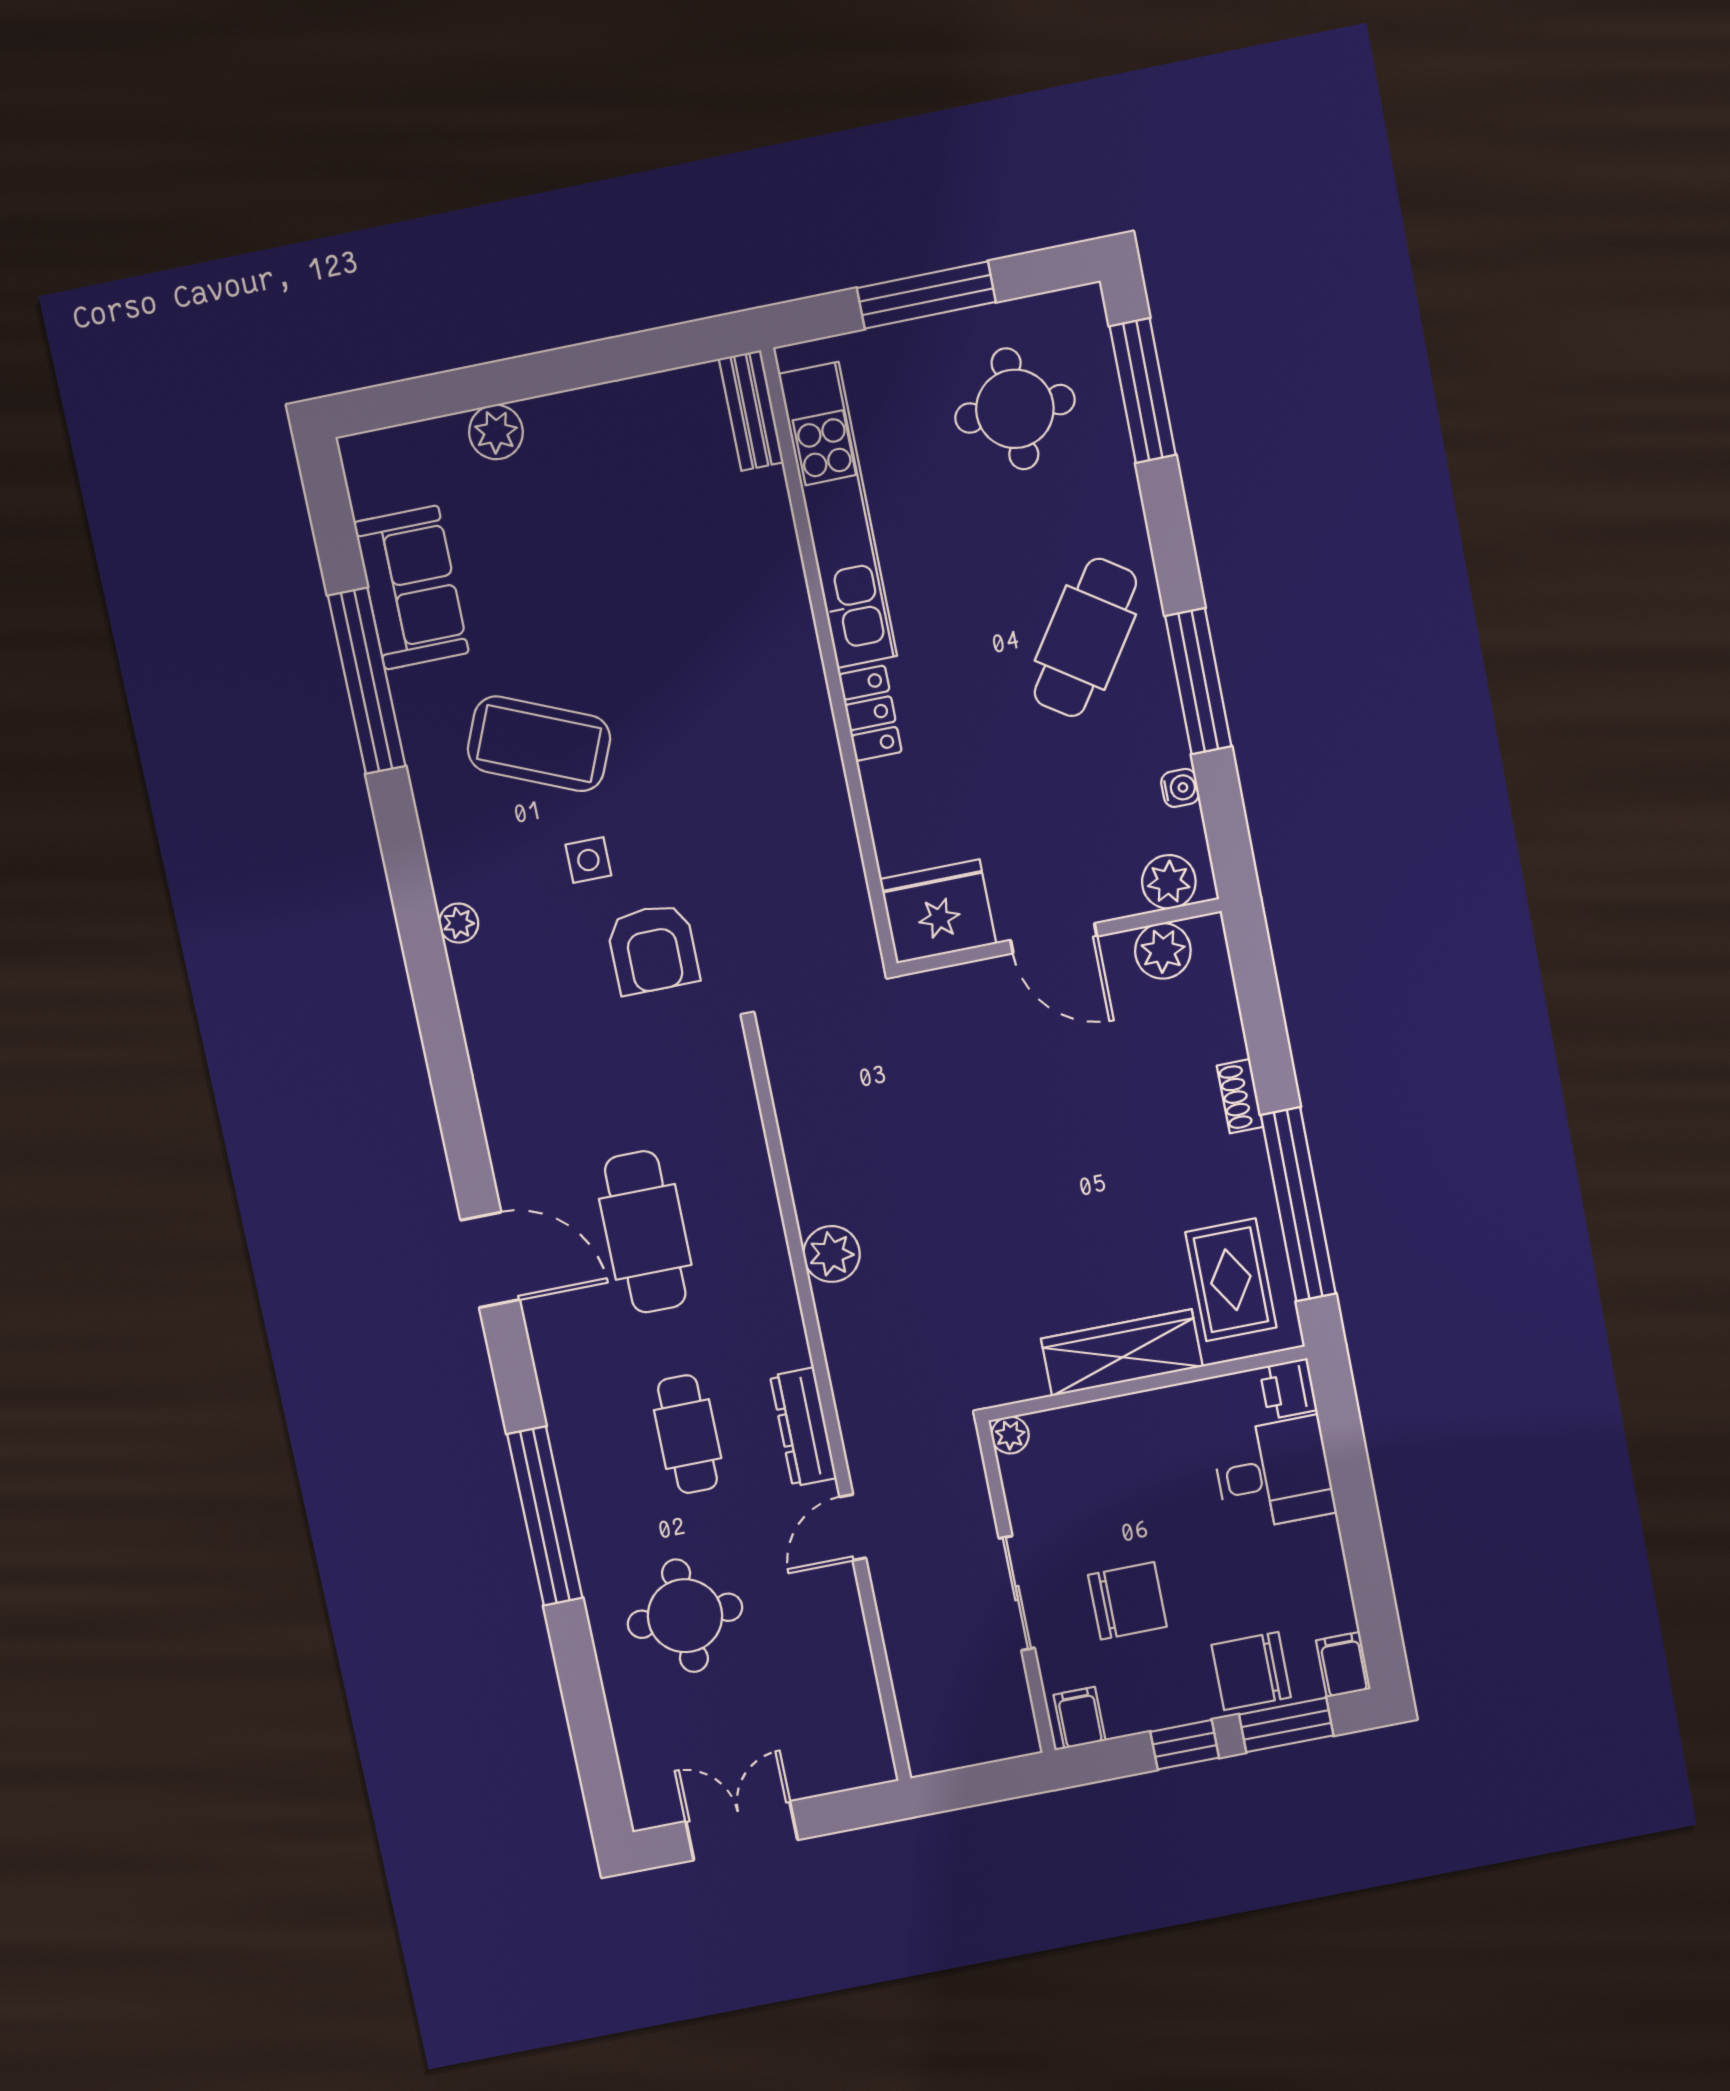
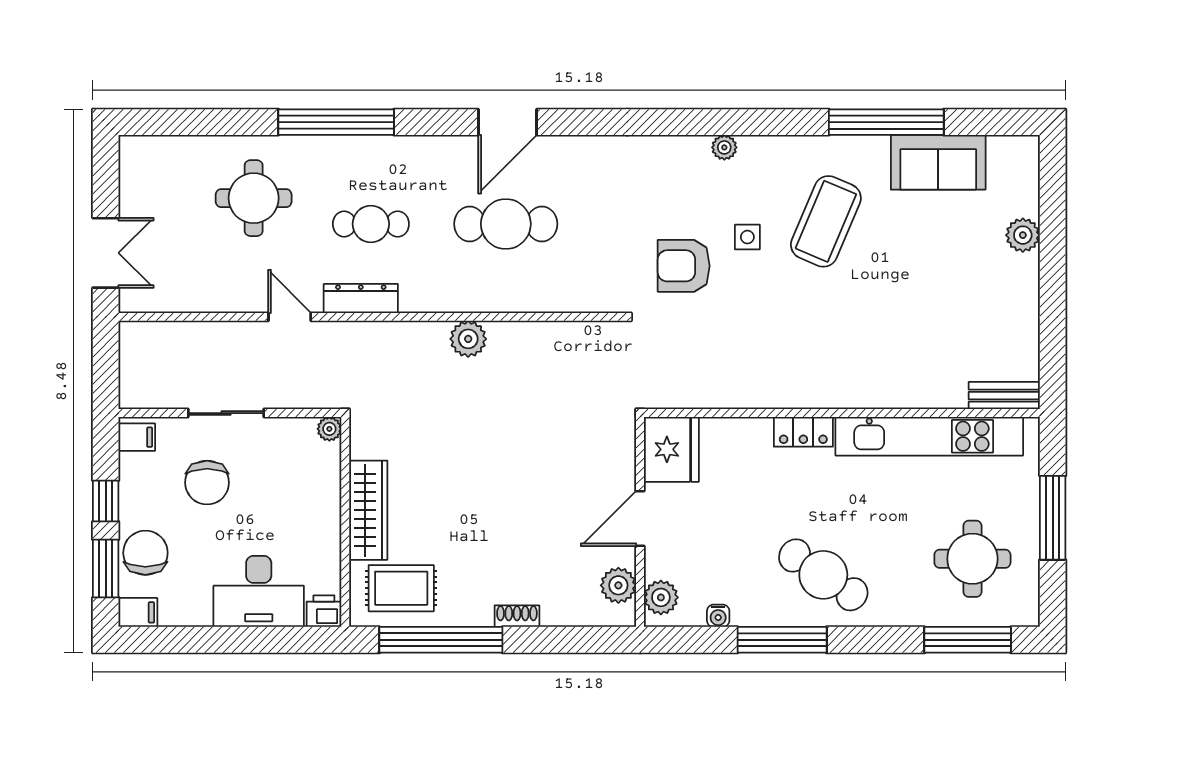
desk: (1274, 1474) -> (259, 591), width x1.37
double door: (742, 1831) -> (106, 253), moved

